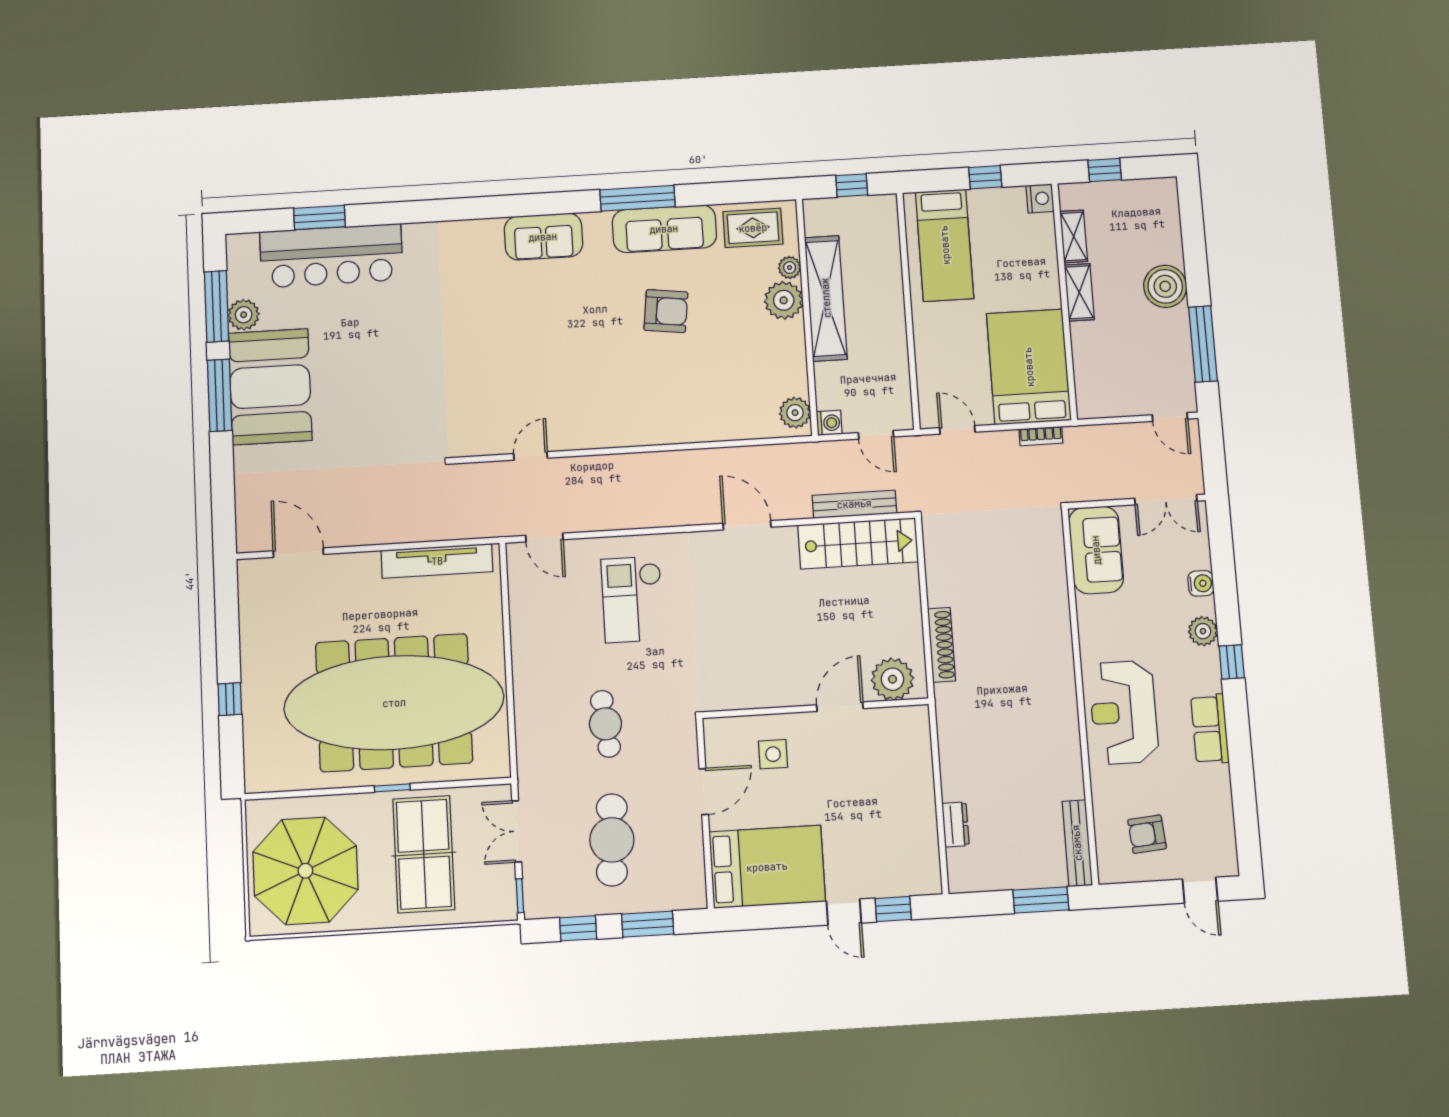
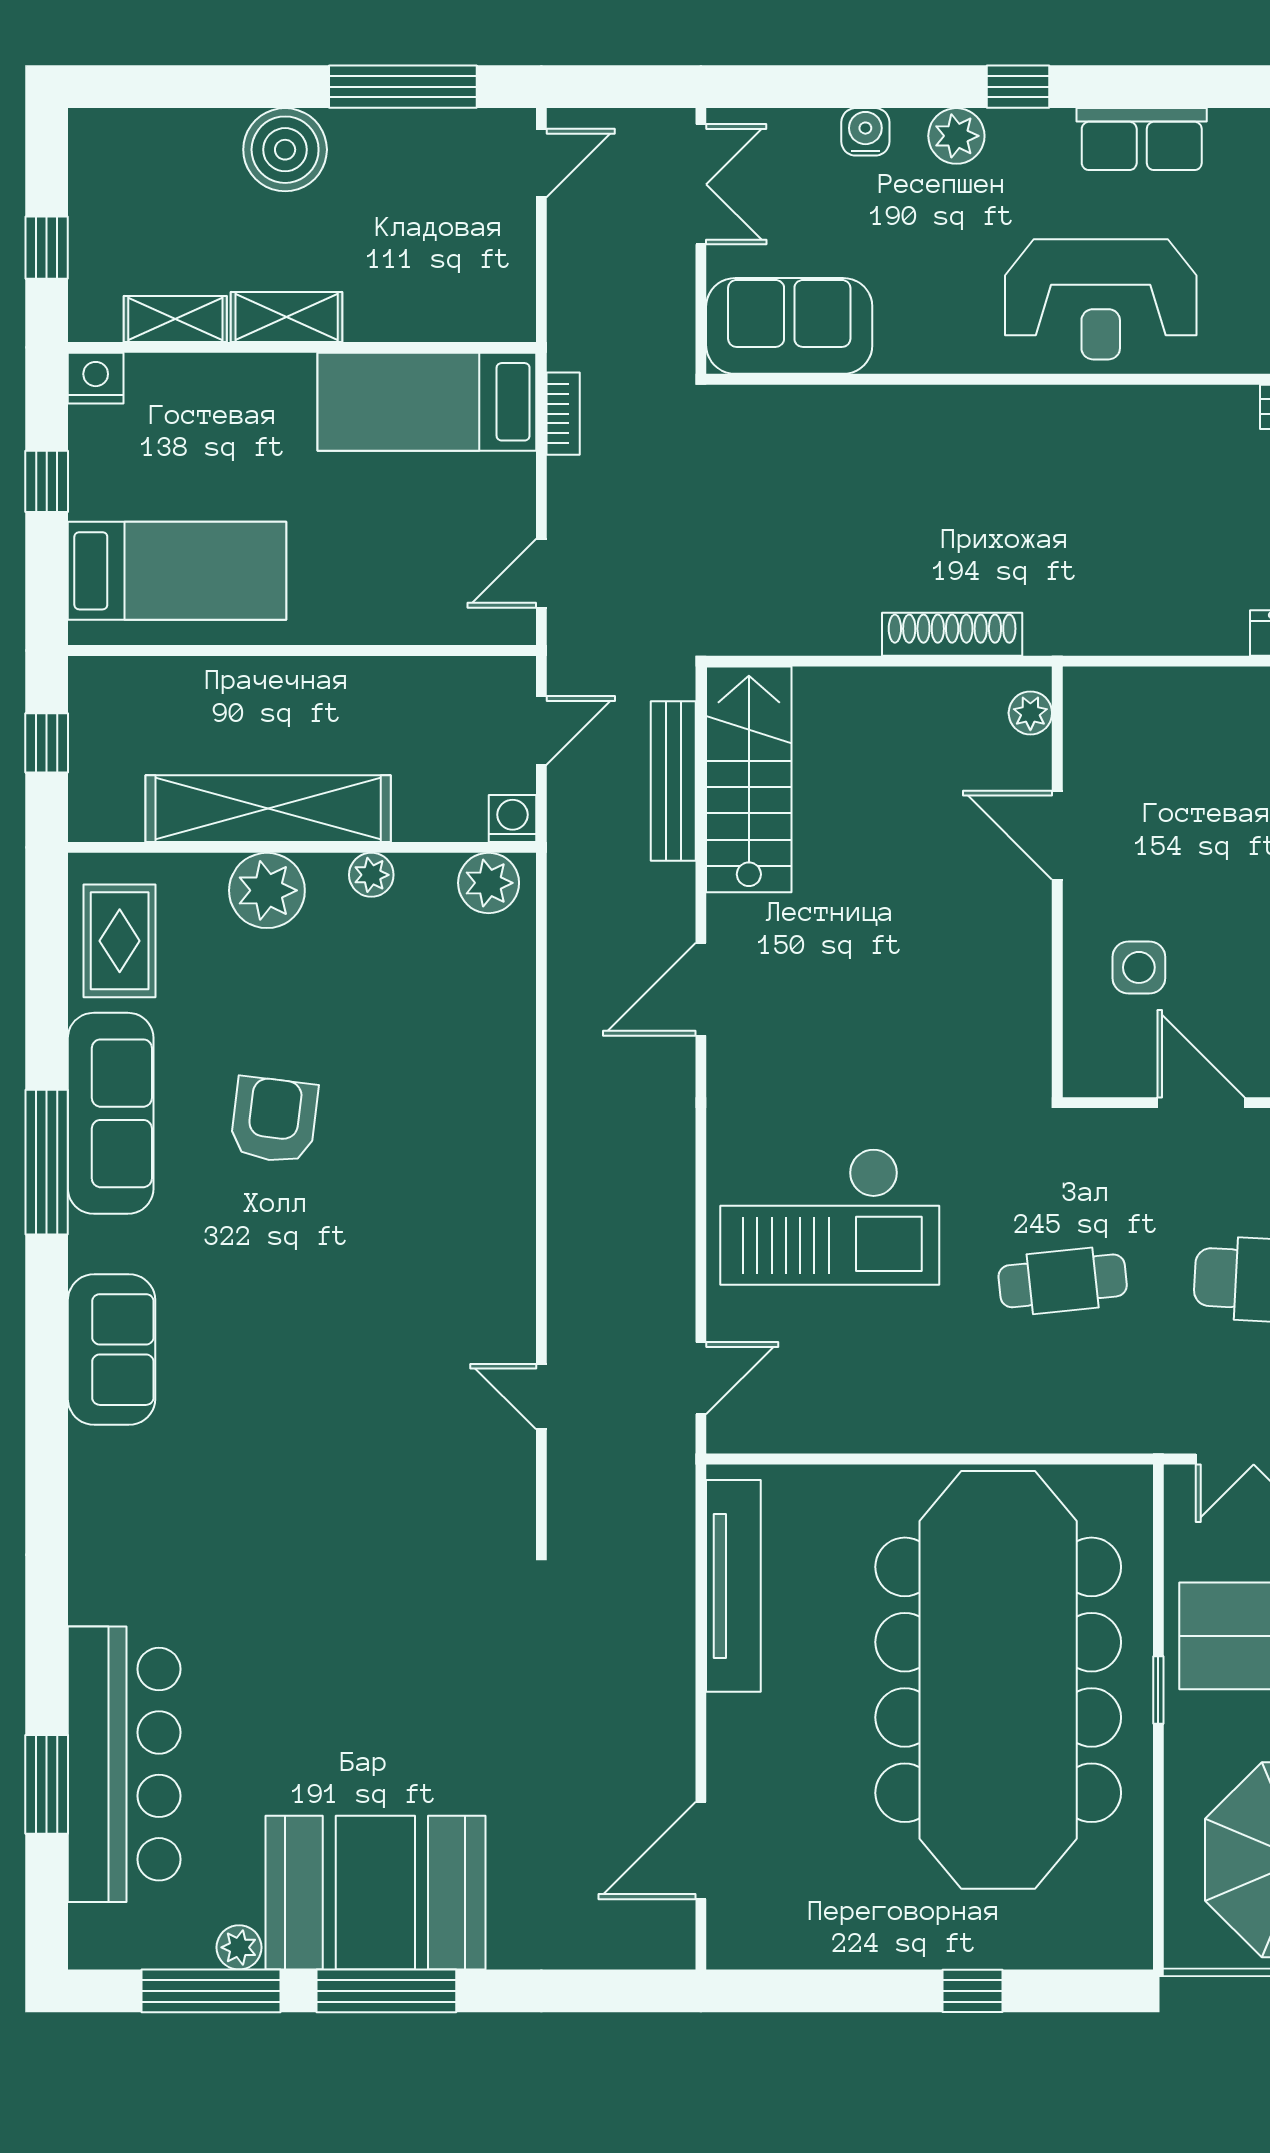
plant: (790, 268) -> (371, 875), moved
plant: (244, 315) -> (239, 1947), width x0.73, depth x0.73
bed: (1029, 367) -> (427, 402), width x0.67
checkout: (632, 599) -> (830, 1217), width x1.36, depth x1.21
plant: (893, 679) -> (1030, 713), width x0.53, depth x0.53

